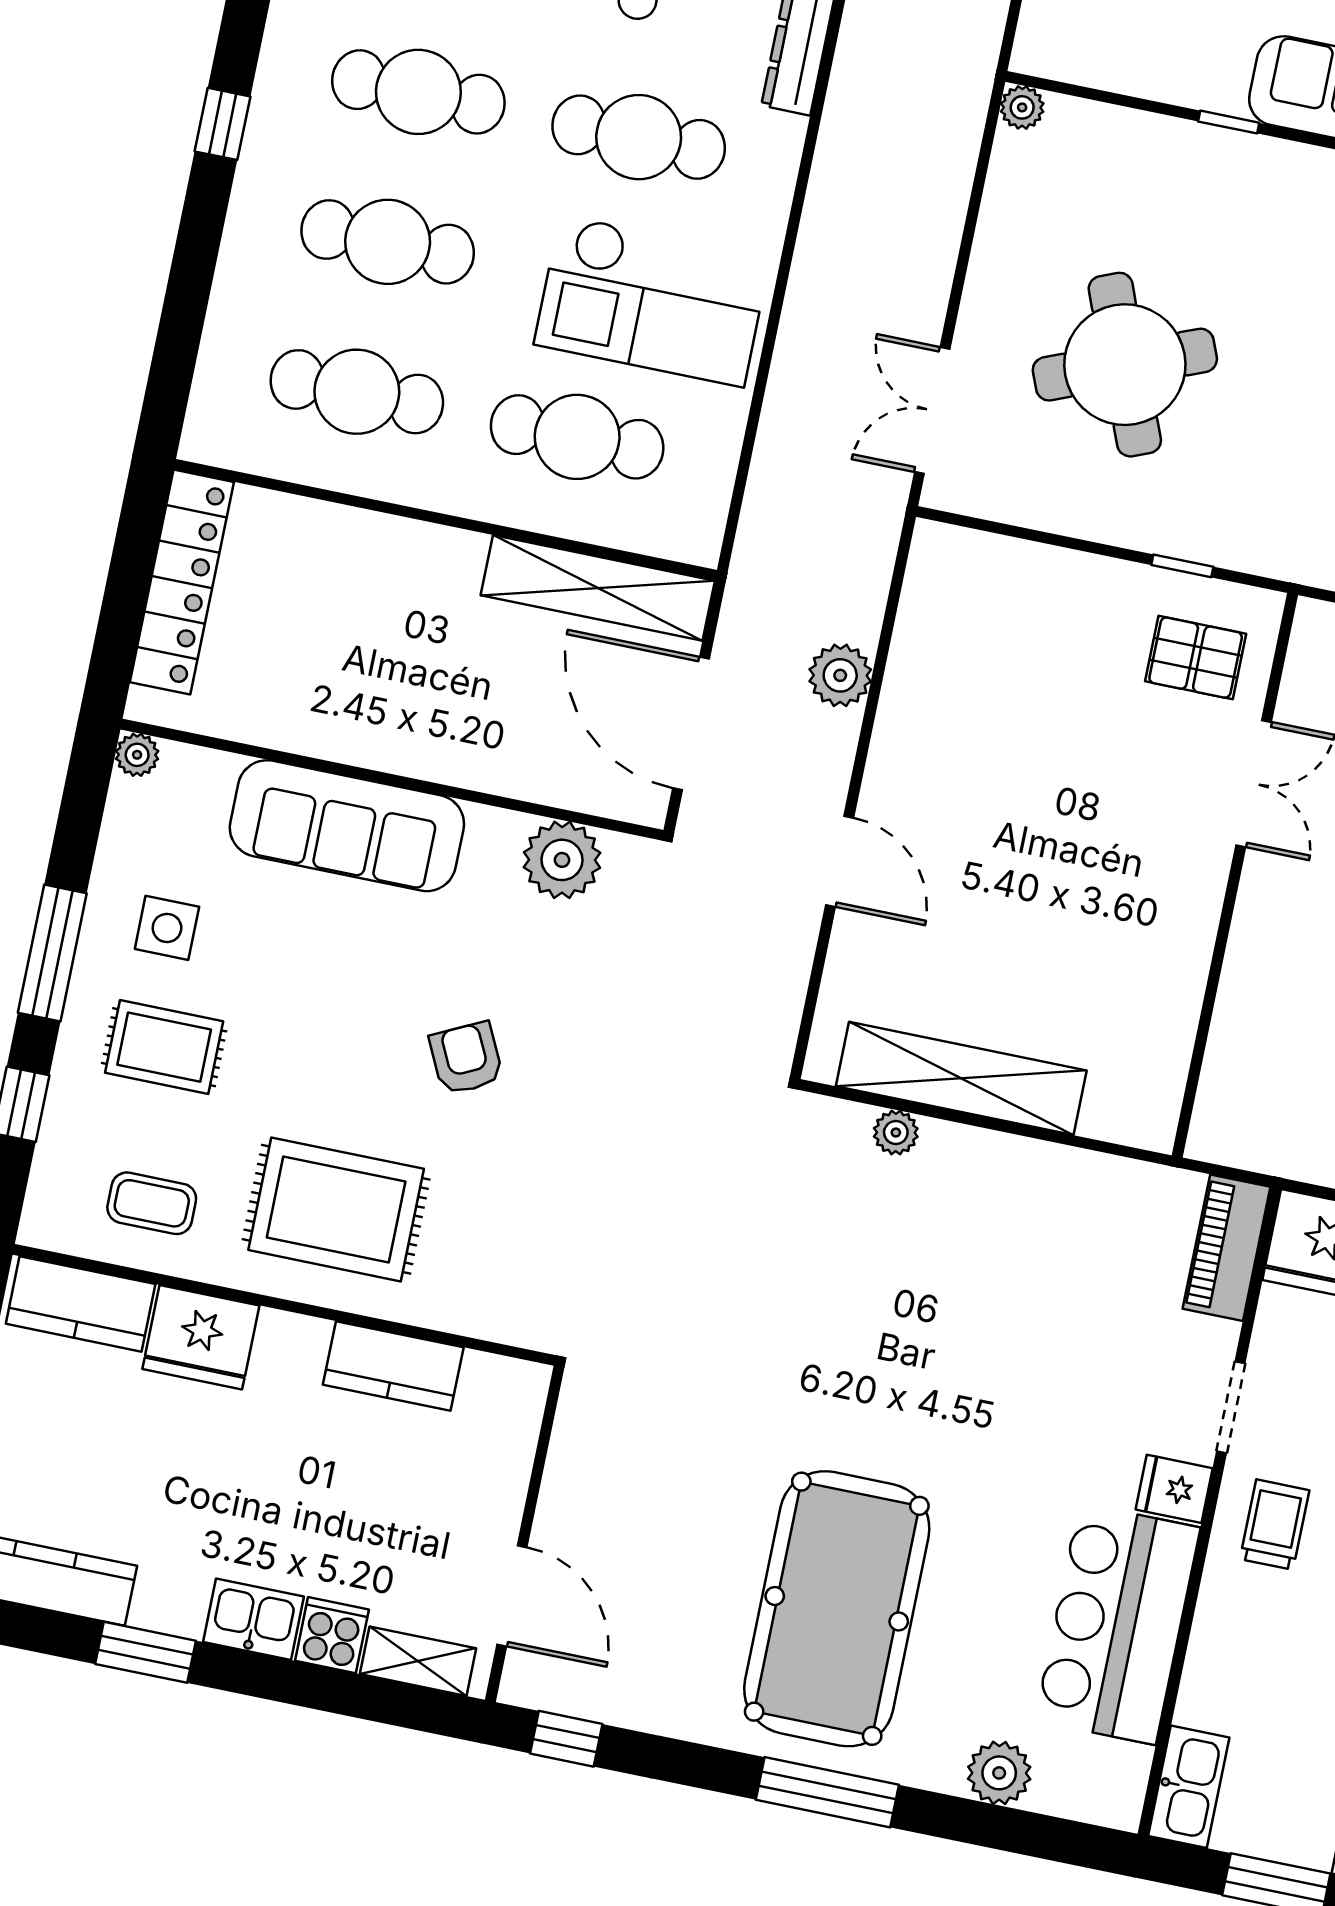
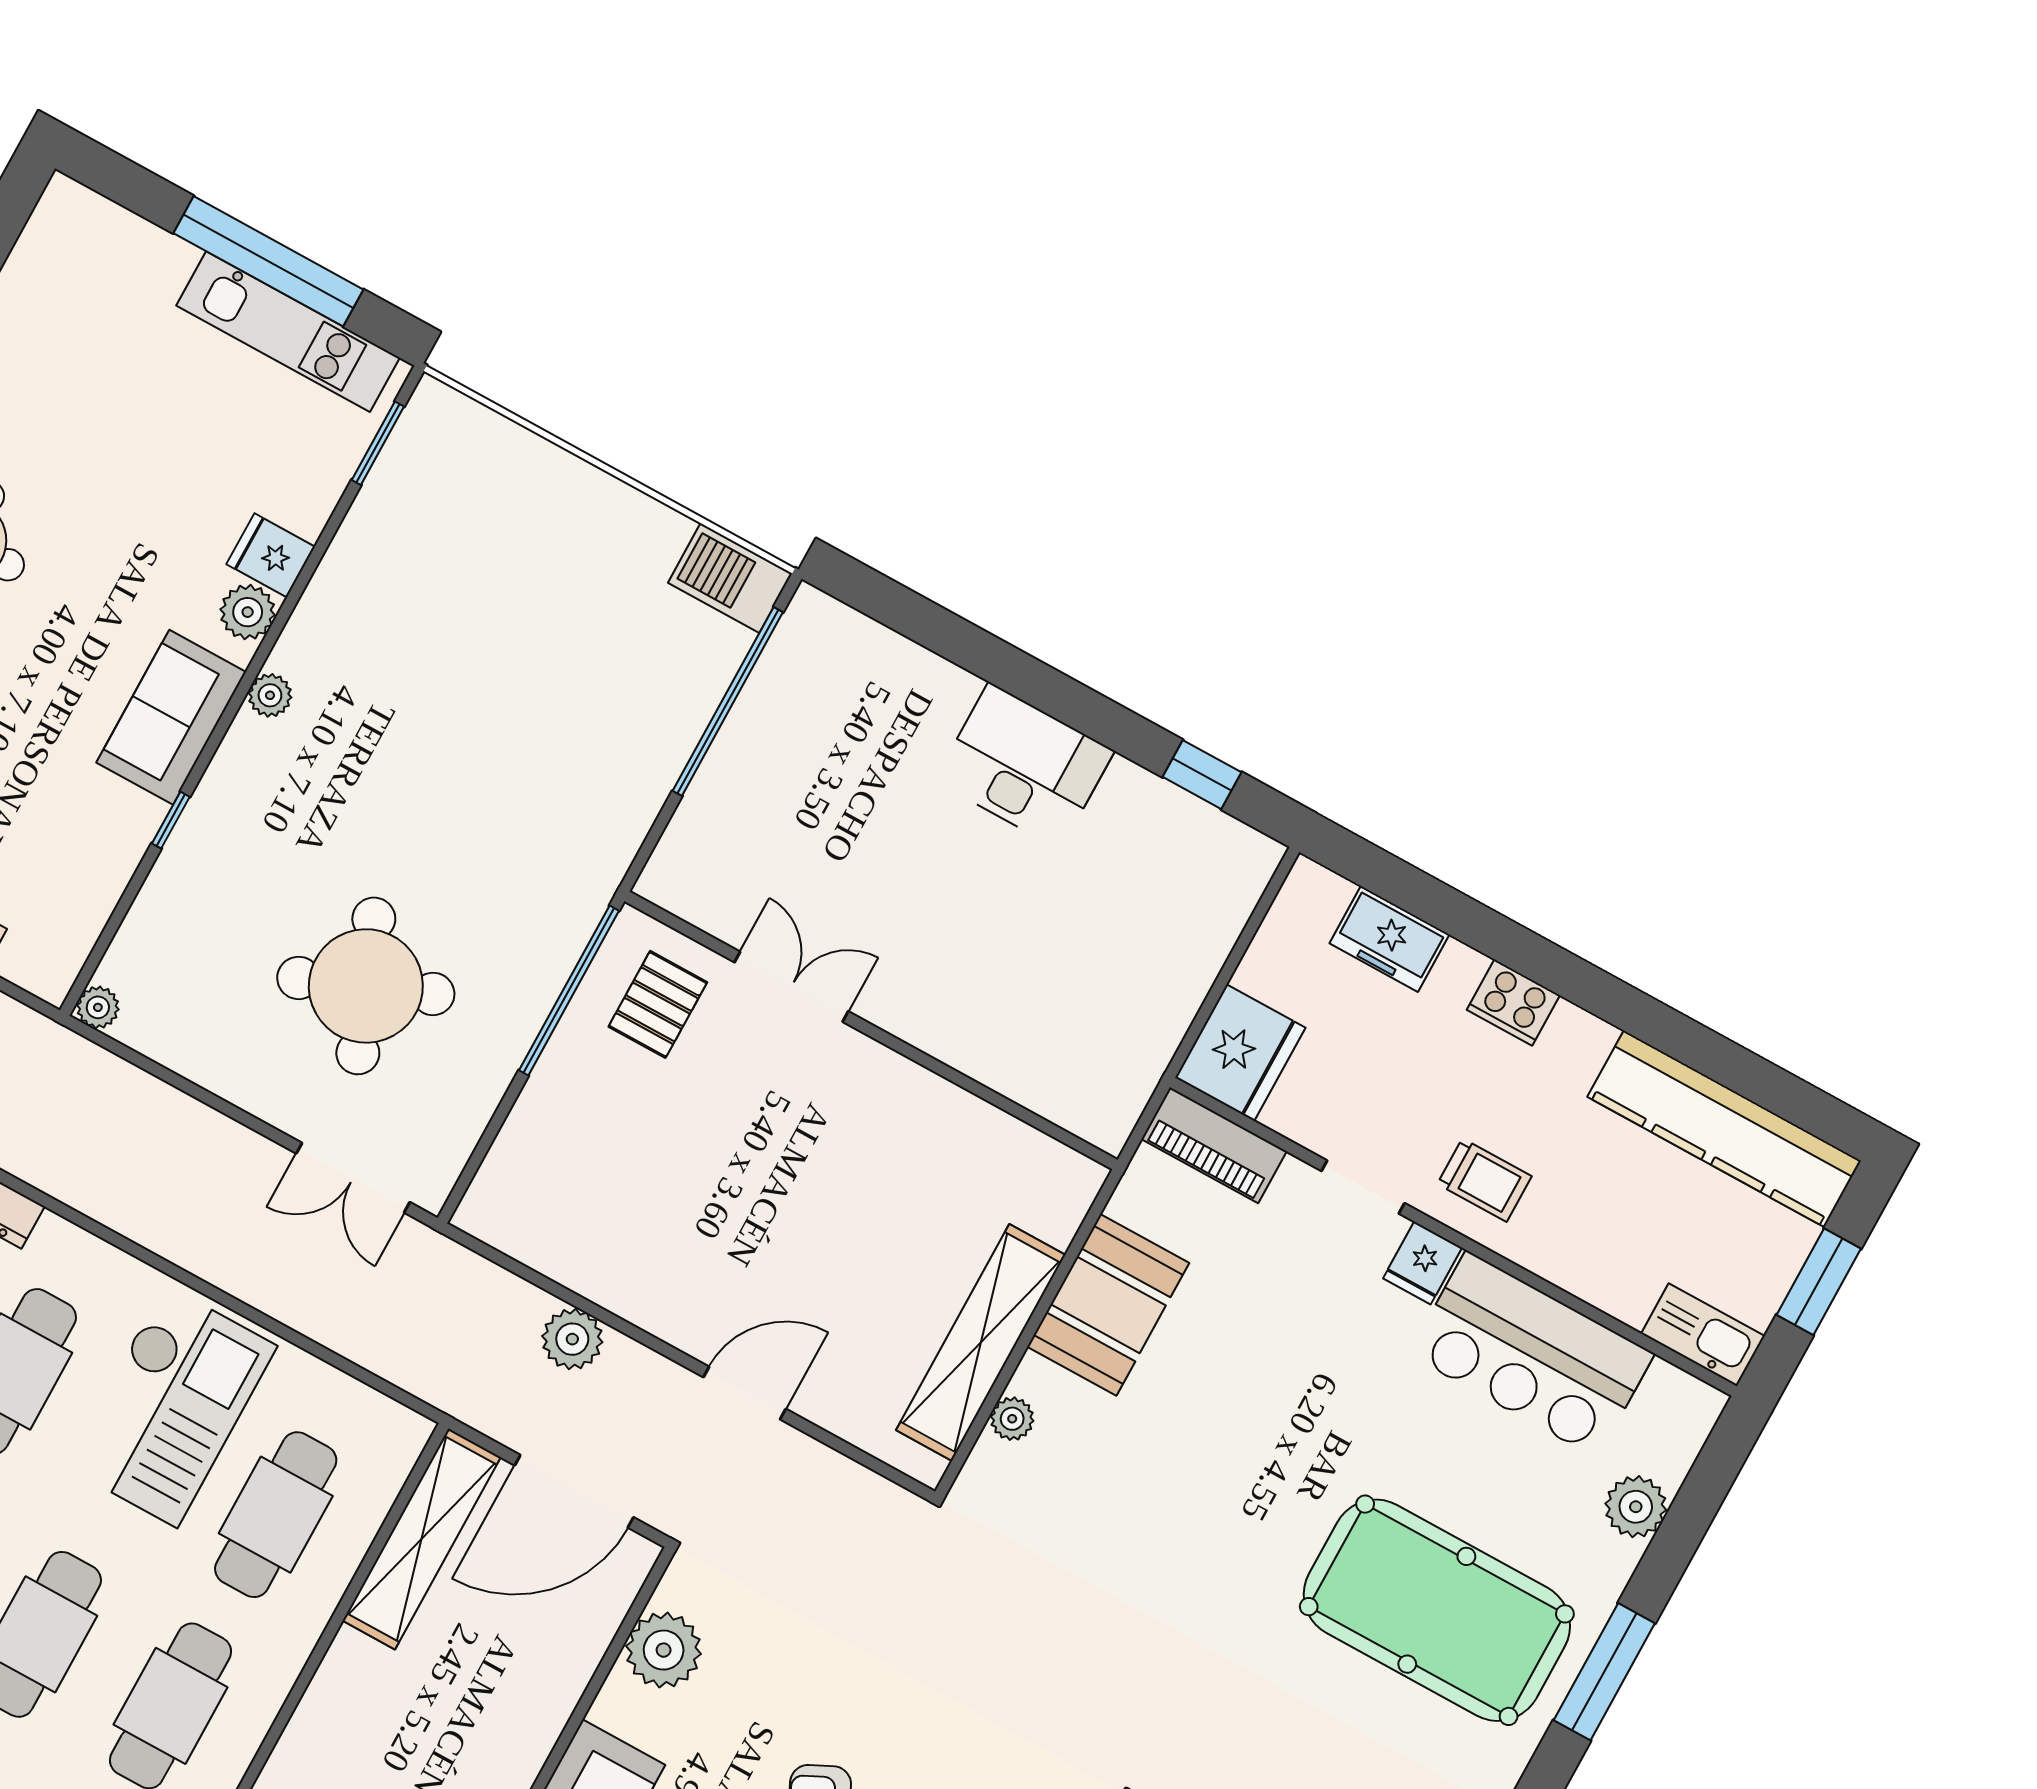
window: (1182, 566) -> (569, 990), width x3.17
booth: (1037, 1192) -> (1108, 1305), added
trolley: (1275, 1525) -> (1485, 1180), turned 180

